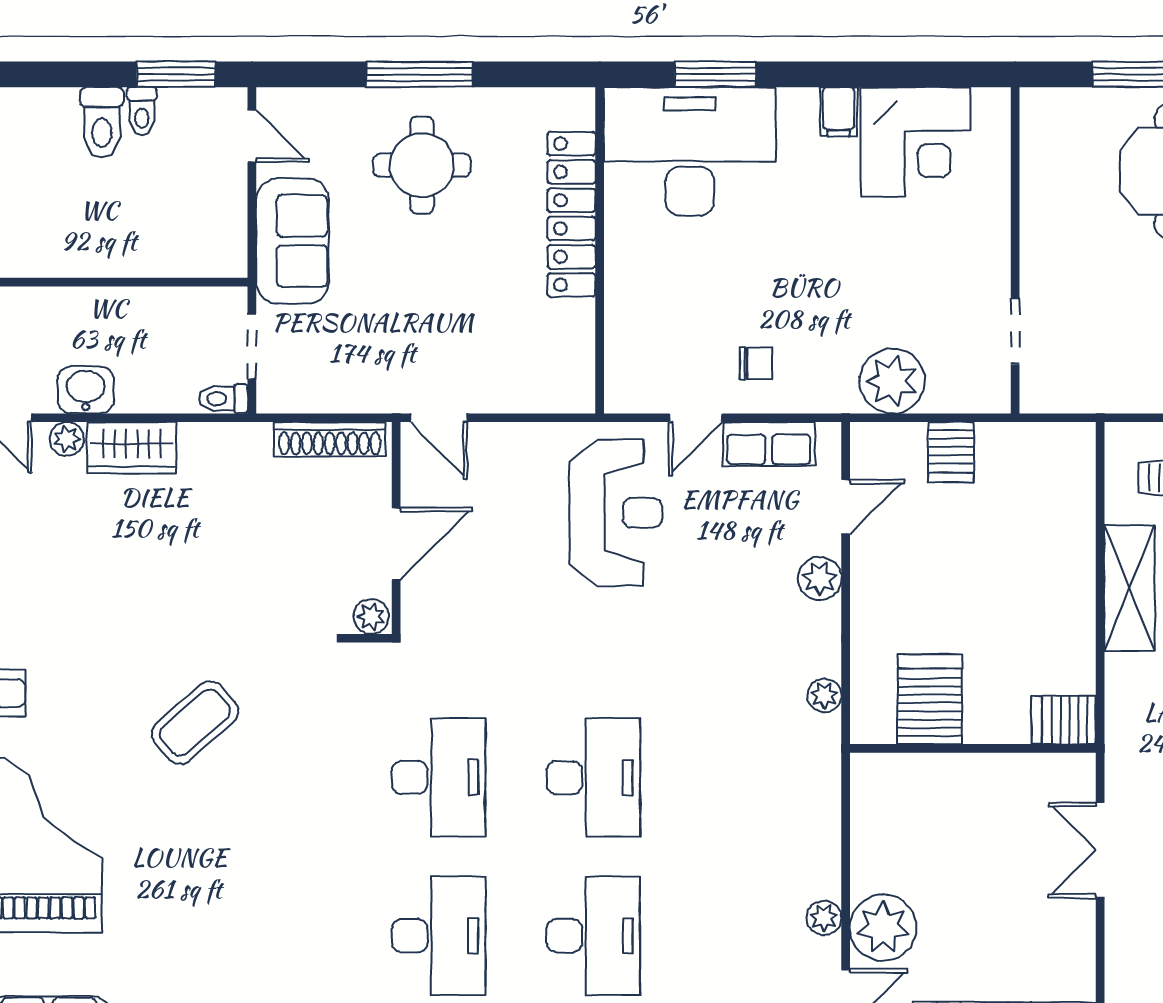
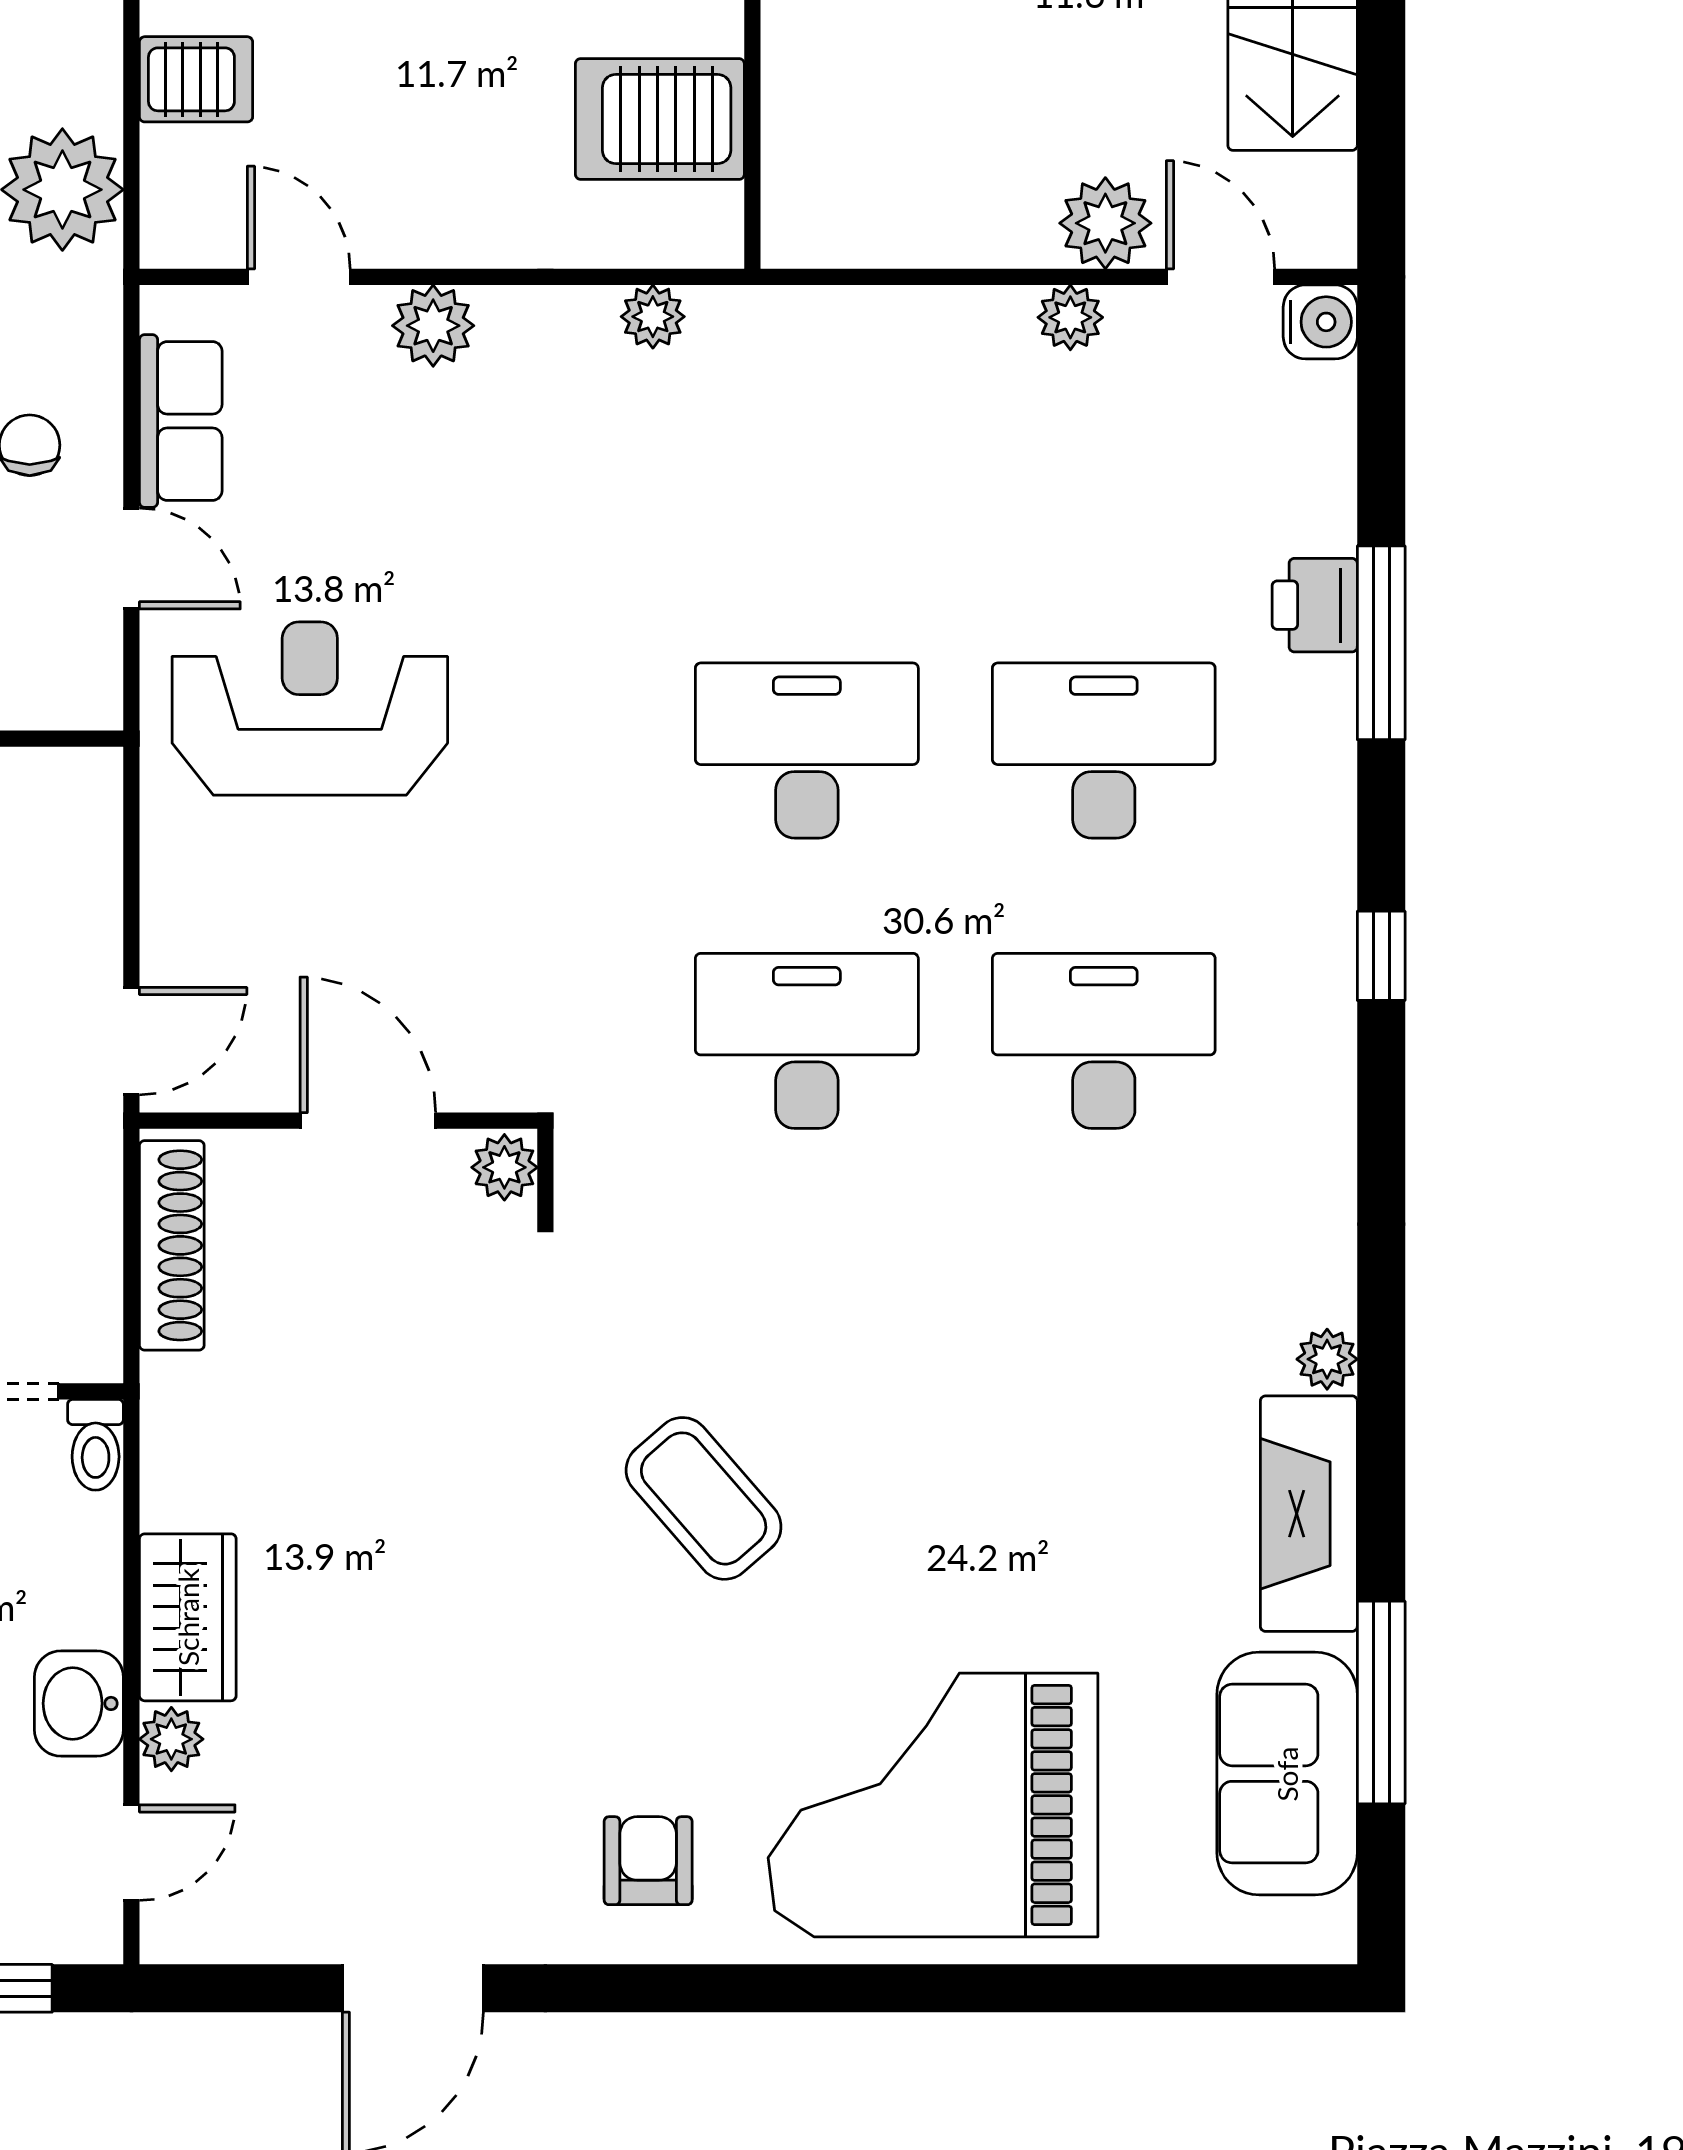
plant: (883, 928) -> (1105, 223), width x0.73, depth x0.73

